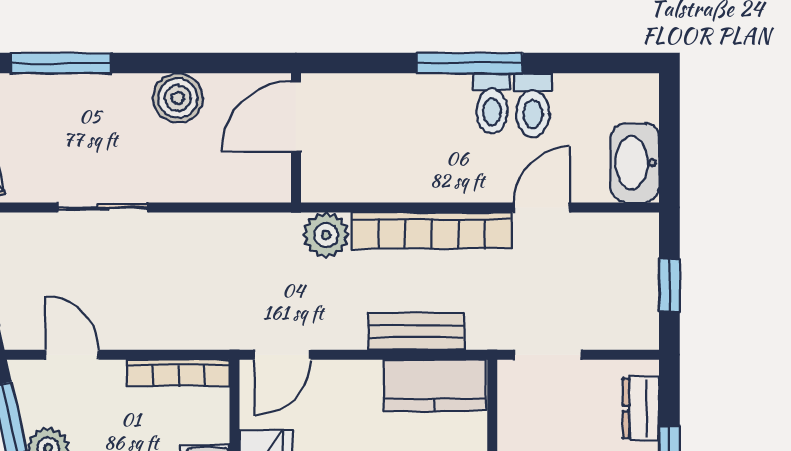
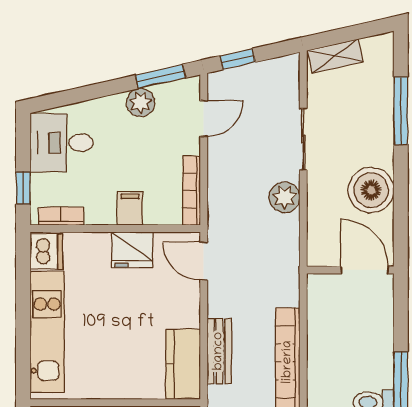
boiler: (178, 98) -> (371, 190), width x1.37, depth x1.37
plant: (326, 235) -> (285, 197), moved

